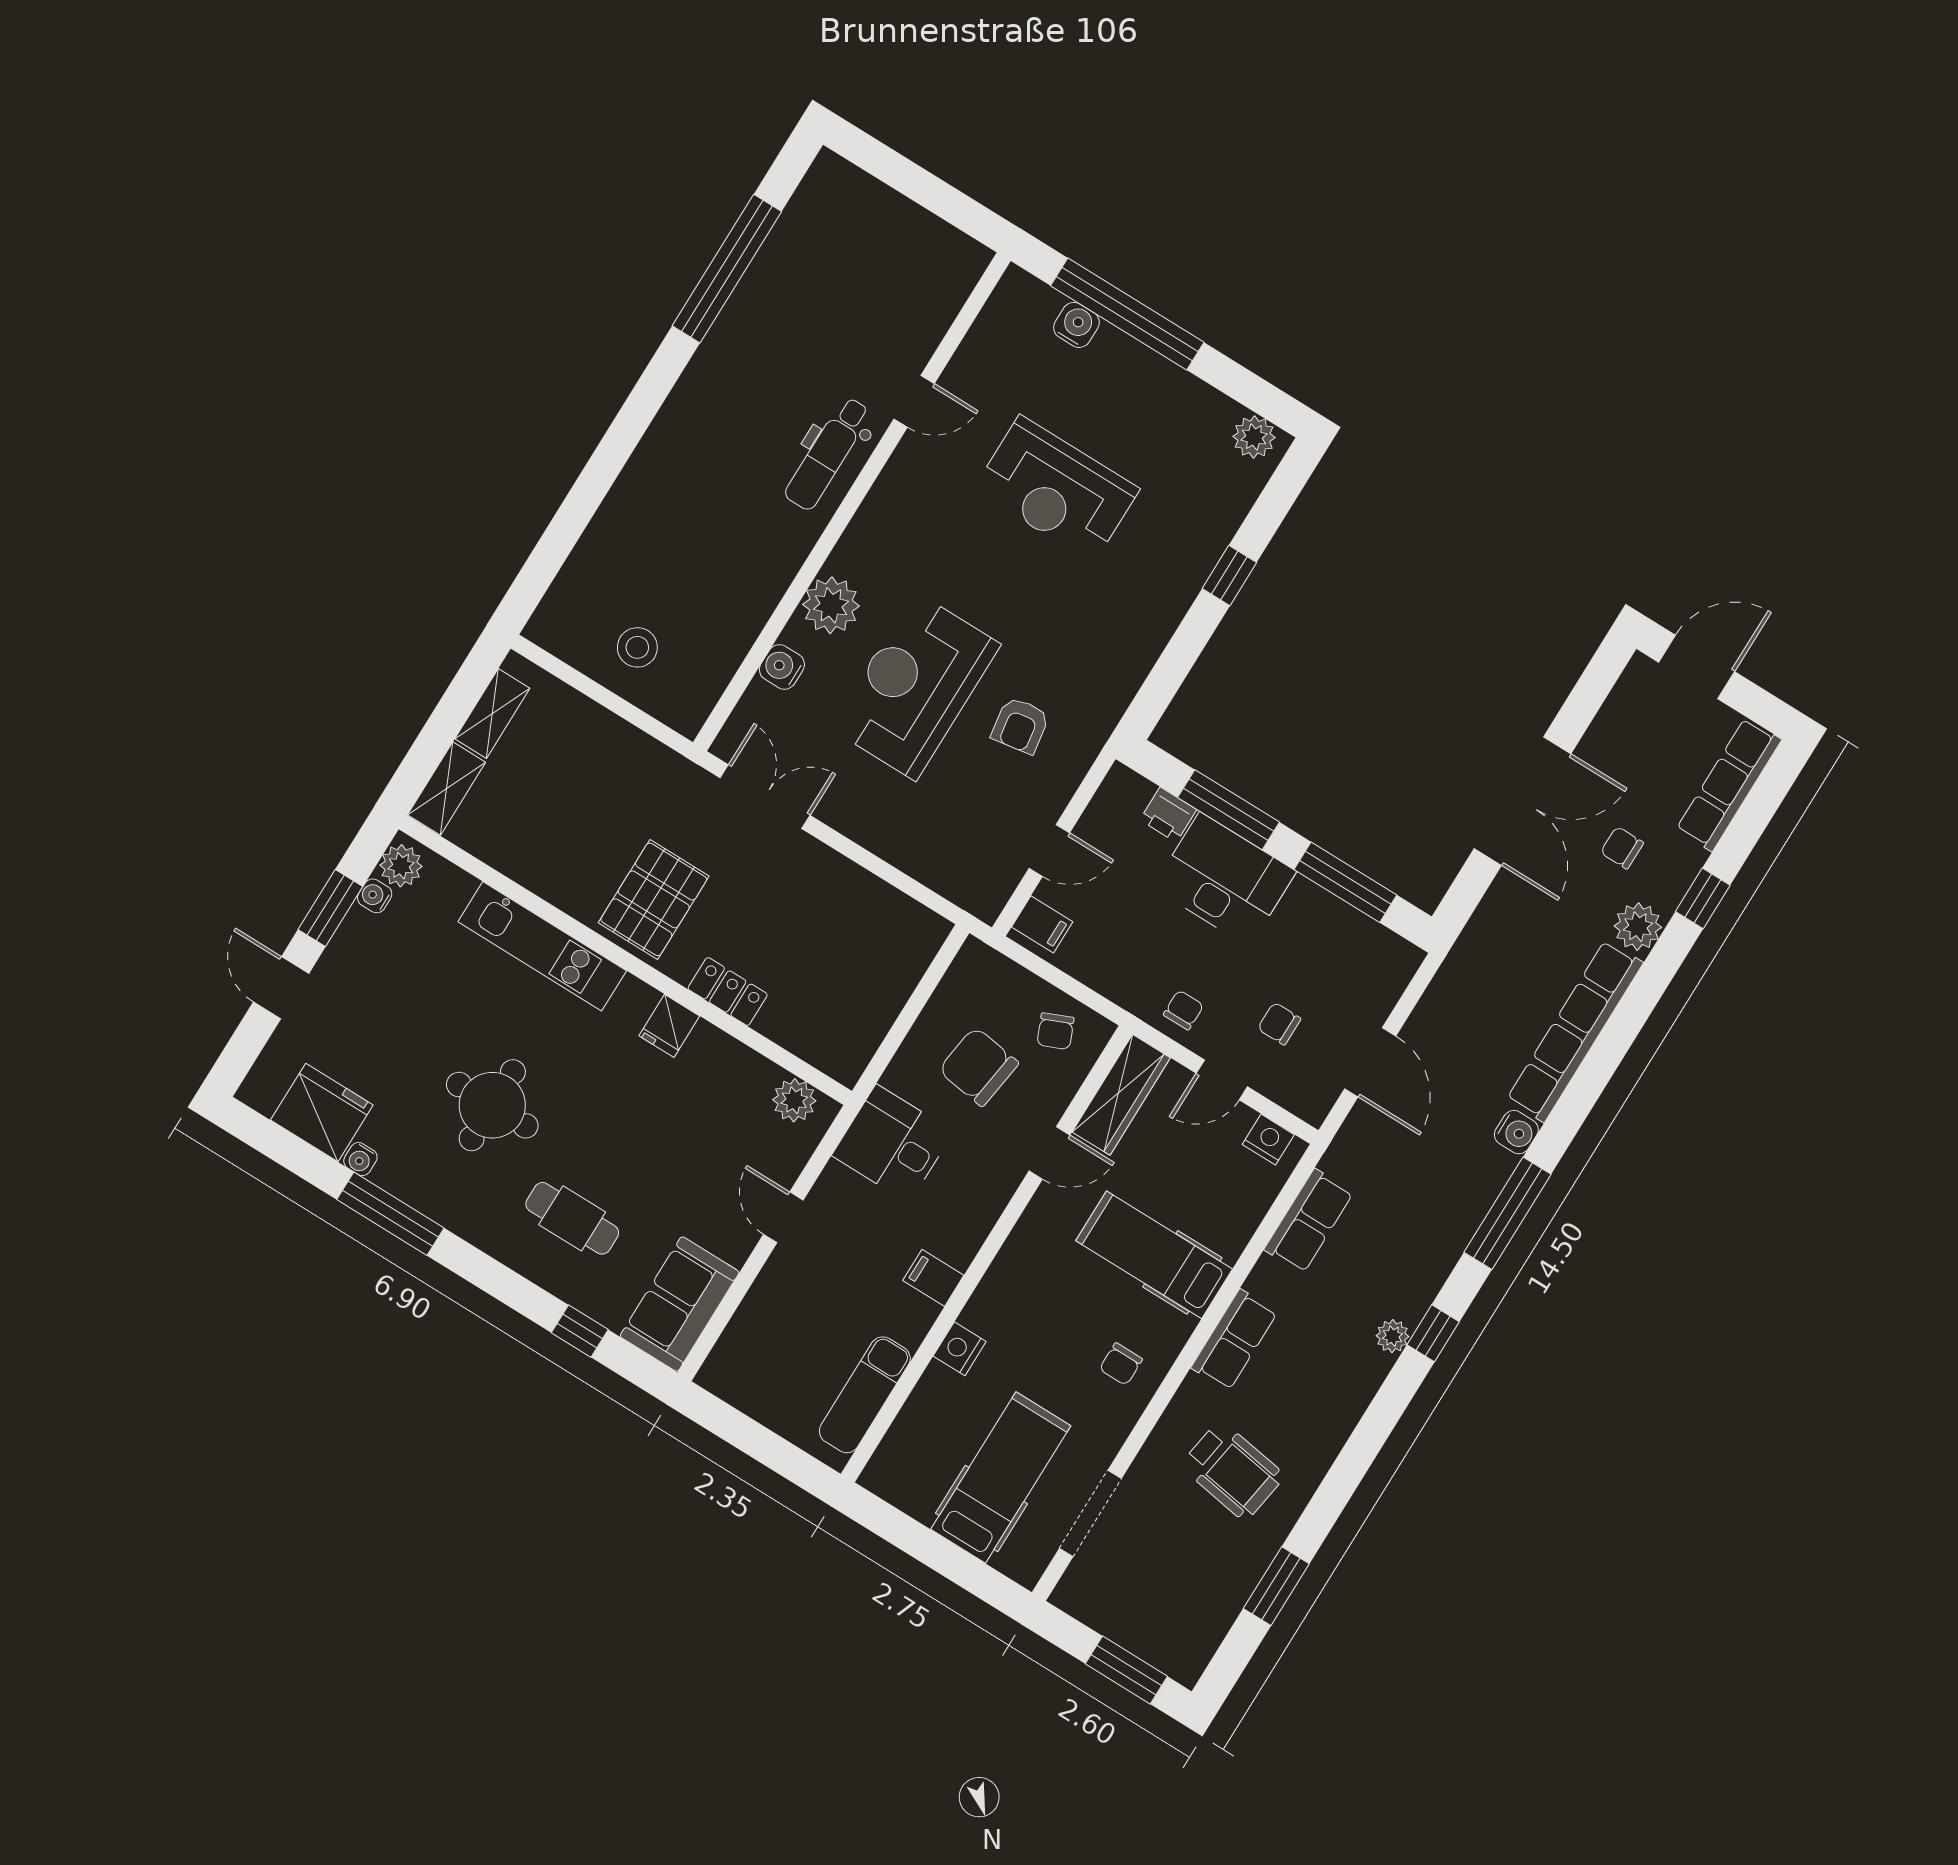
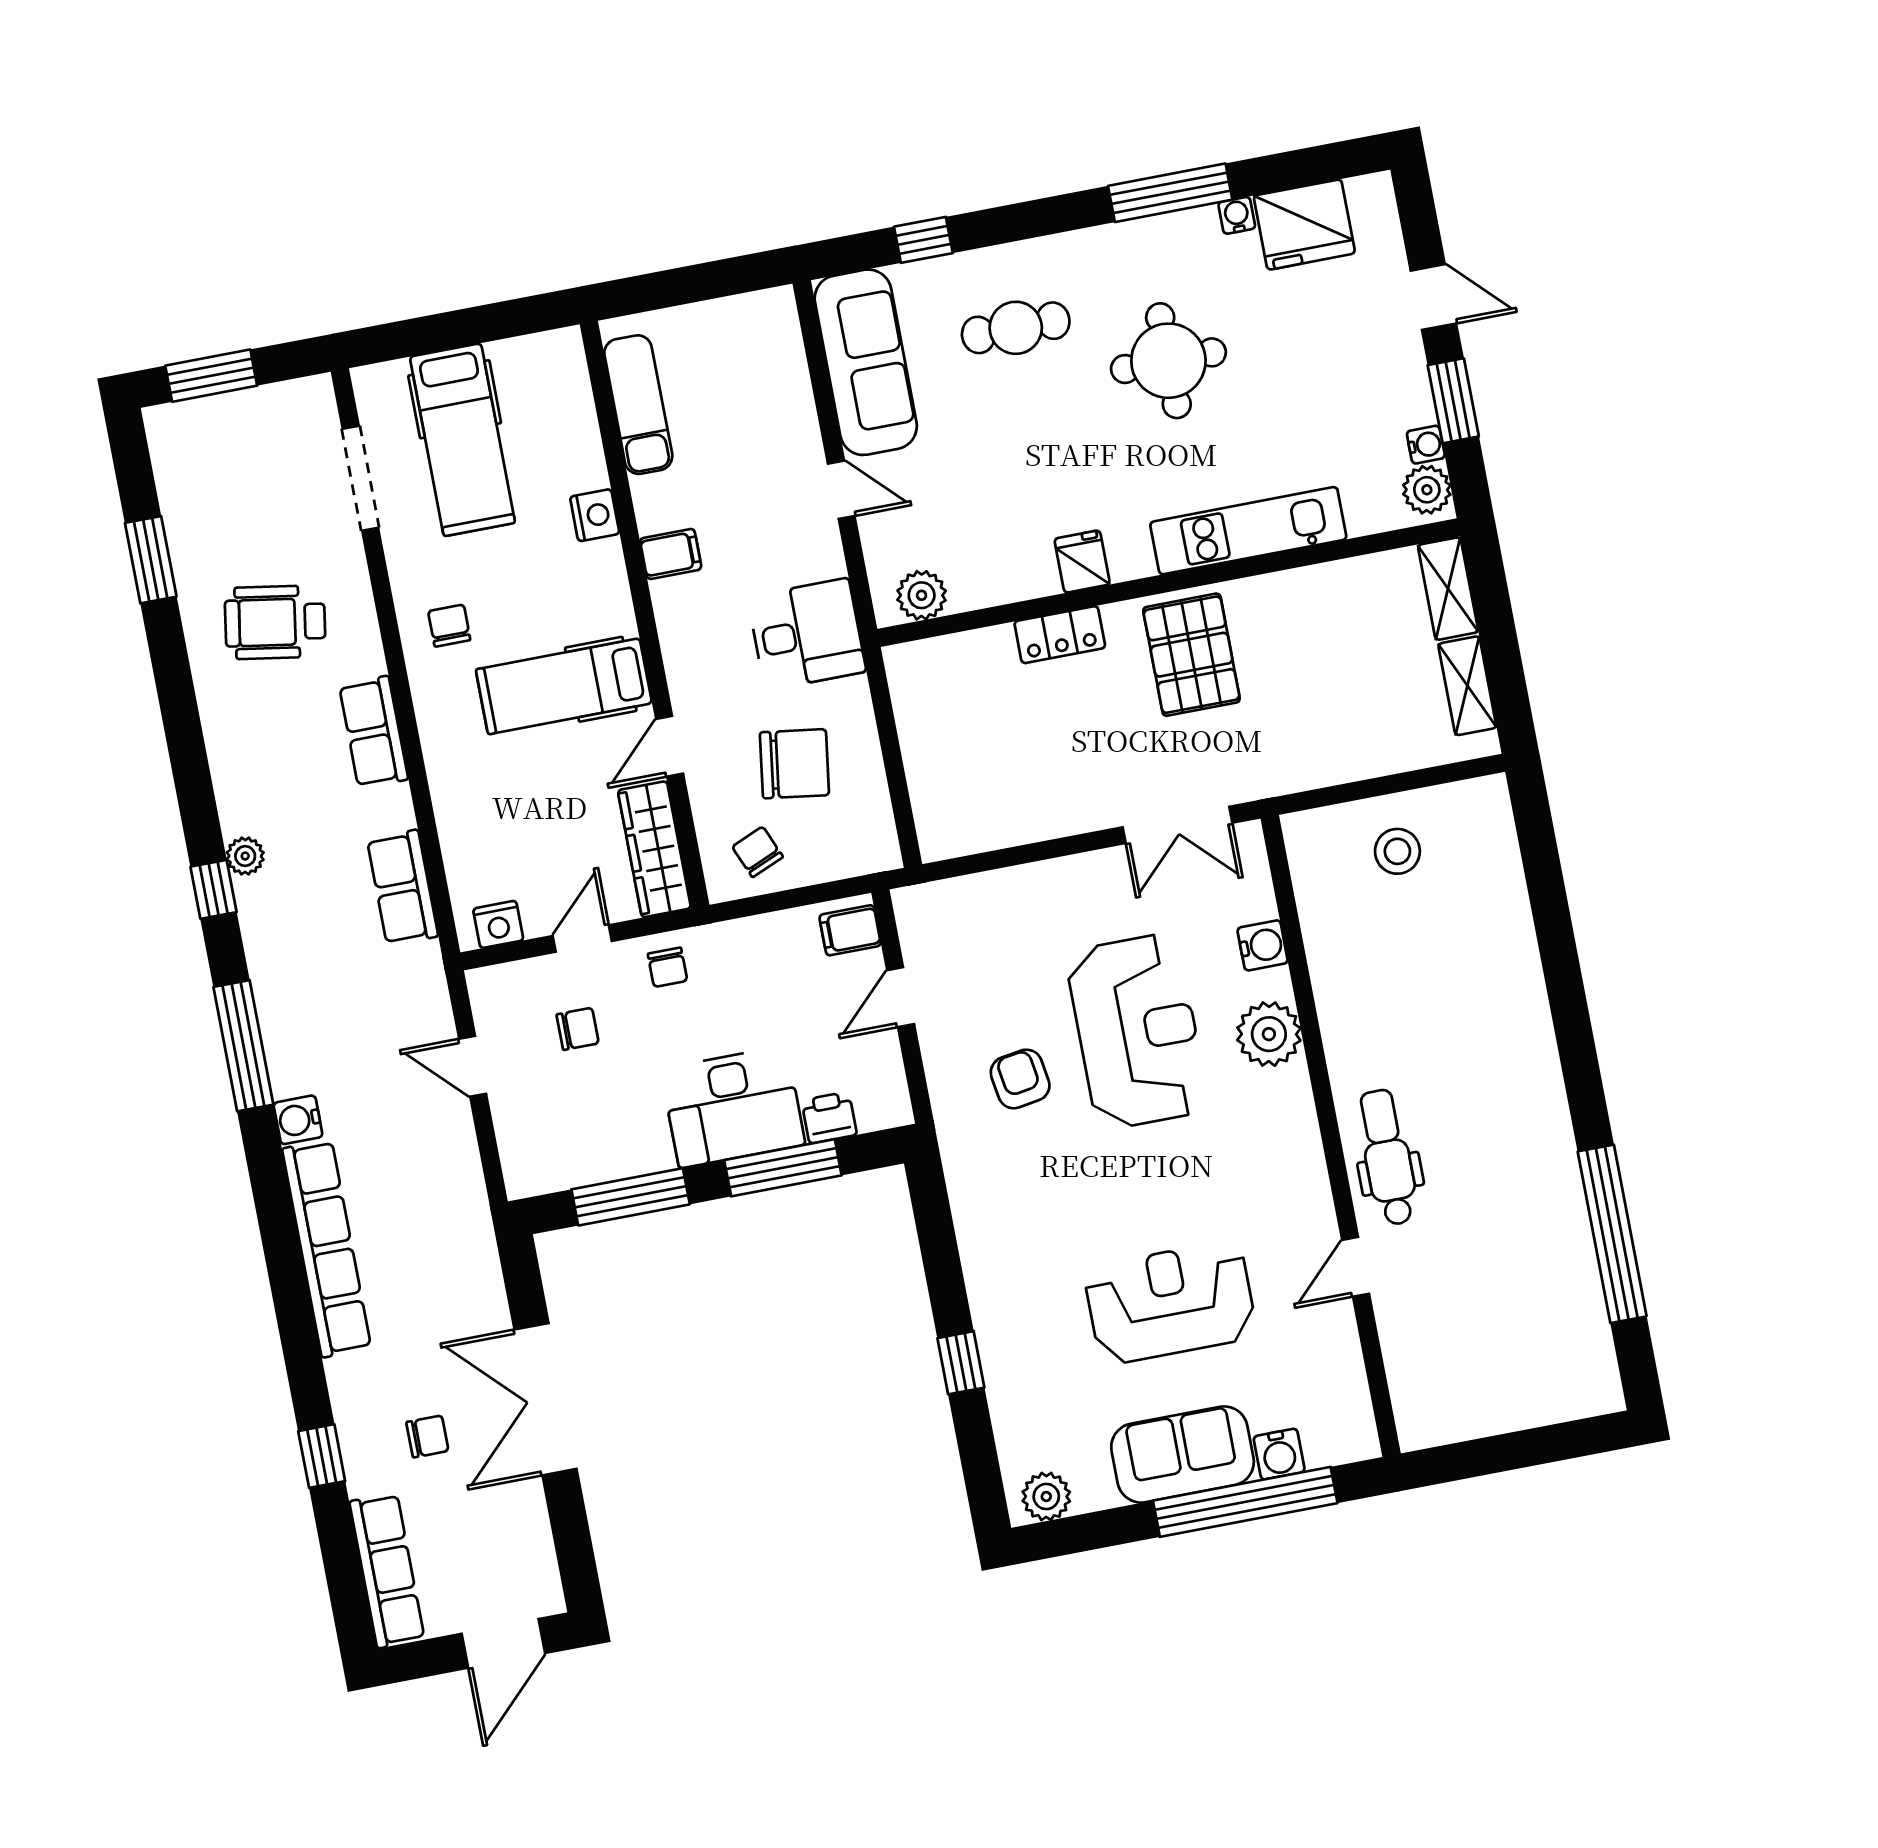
sofa: (1140, 383) -> (1183, 1454), added
plant: (1638, 927) -> (354, 1383), removed
door: (1370, 1062) -> (473, 1066), width x0.73
hospital bed: (1154, 1255) -> (564, 686), moved, turned 180
sofa: (680, 1304) -> (866, 362), width x1.36

